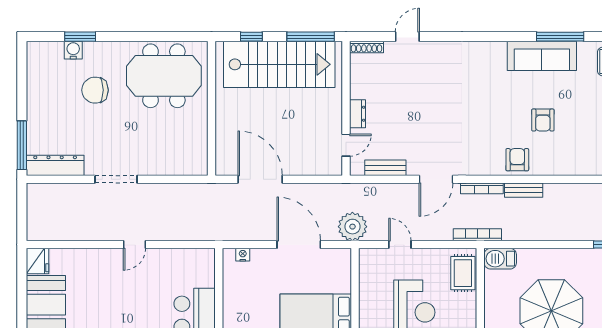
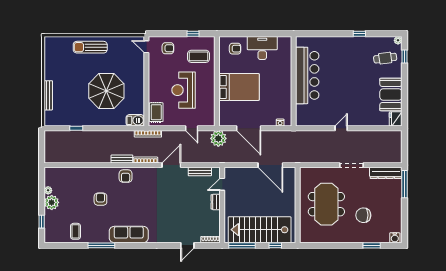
water cooler: (73, 50) -> (395, 238), moved
sofa: (542, 56) -> (129, 235), moved
meeting table: (164, 76) -> (326, 204), moved, turned 90
chair: (95, 90) -> (363, 215), turned 180
armchair: (543, 120) -> (100, 199), moved

